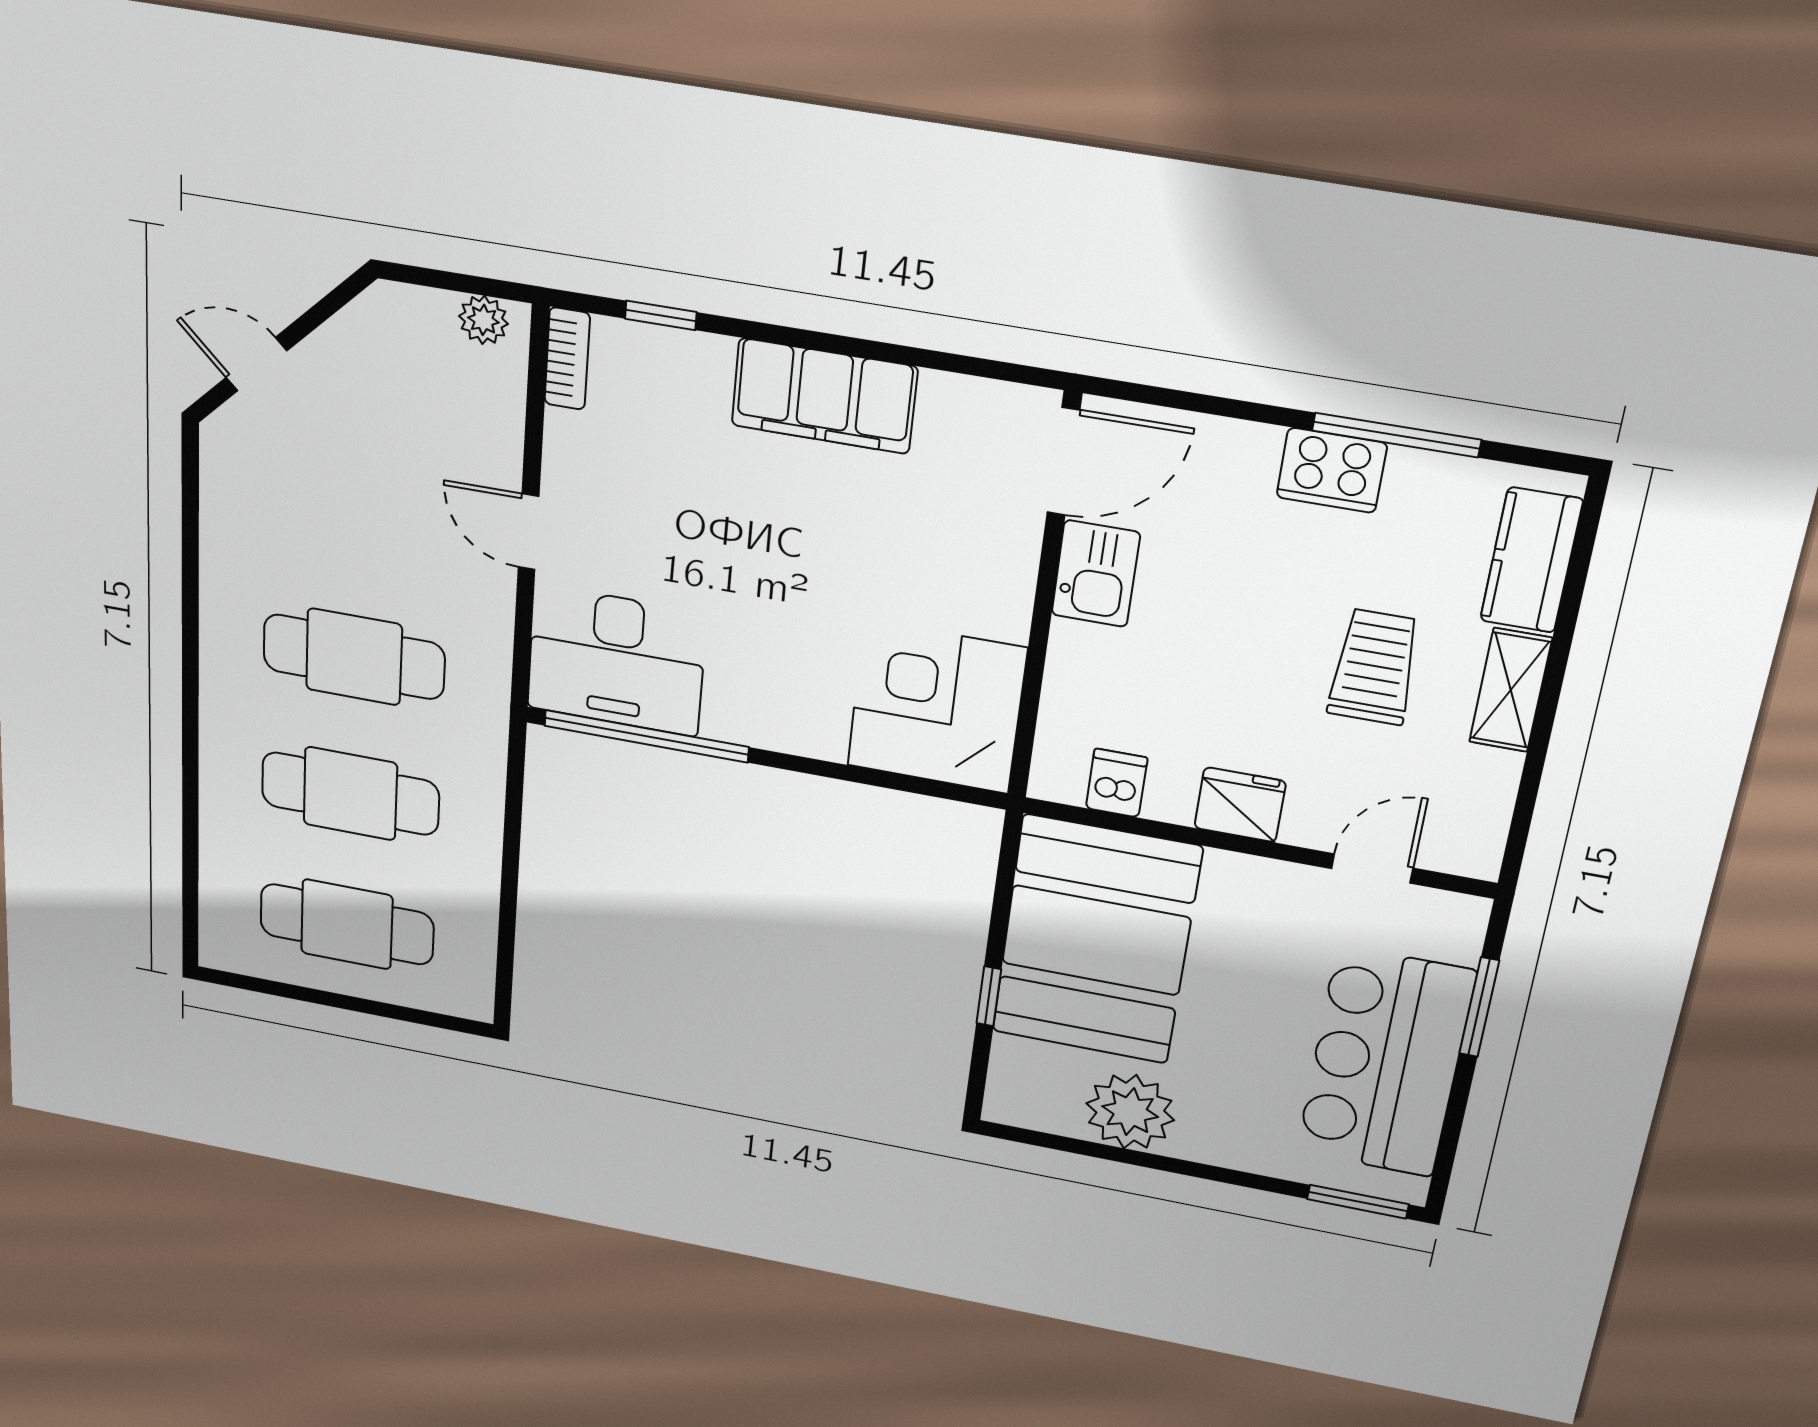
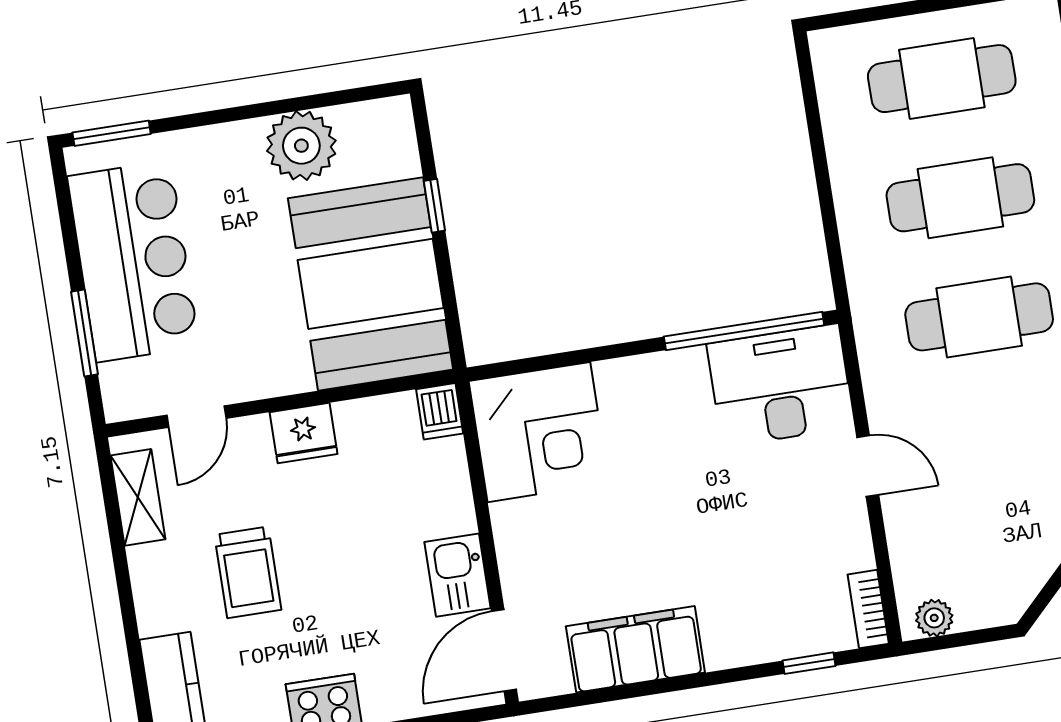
filing cabinet: (824, 396) -> (635, 649), moved
shelving: (1511, 690) -> (138, 497), moved
dishwasher: (1117, 783) -> (440, 411), moved

